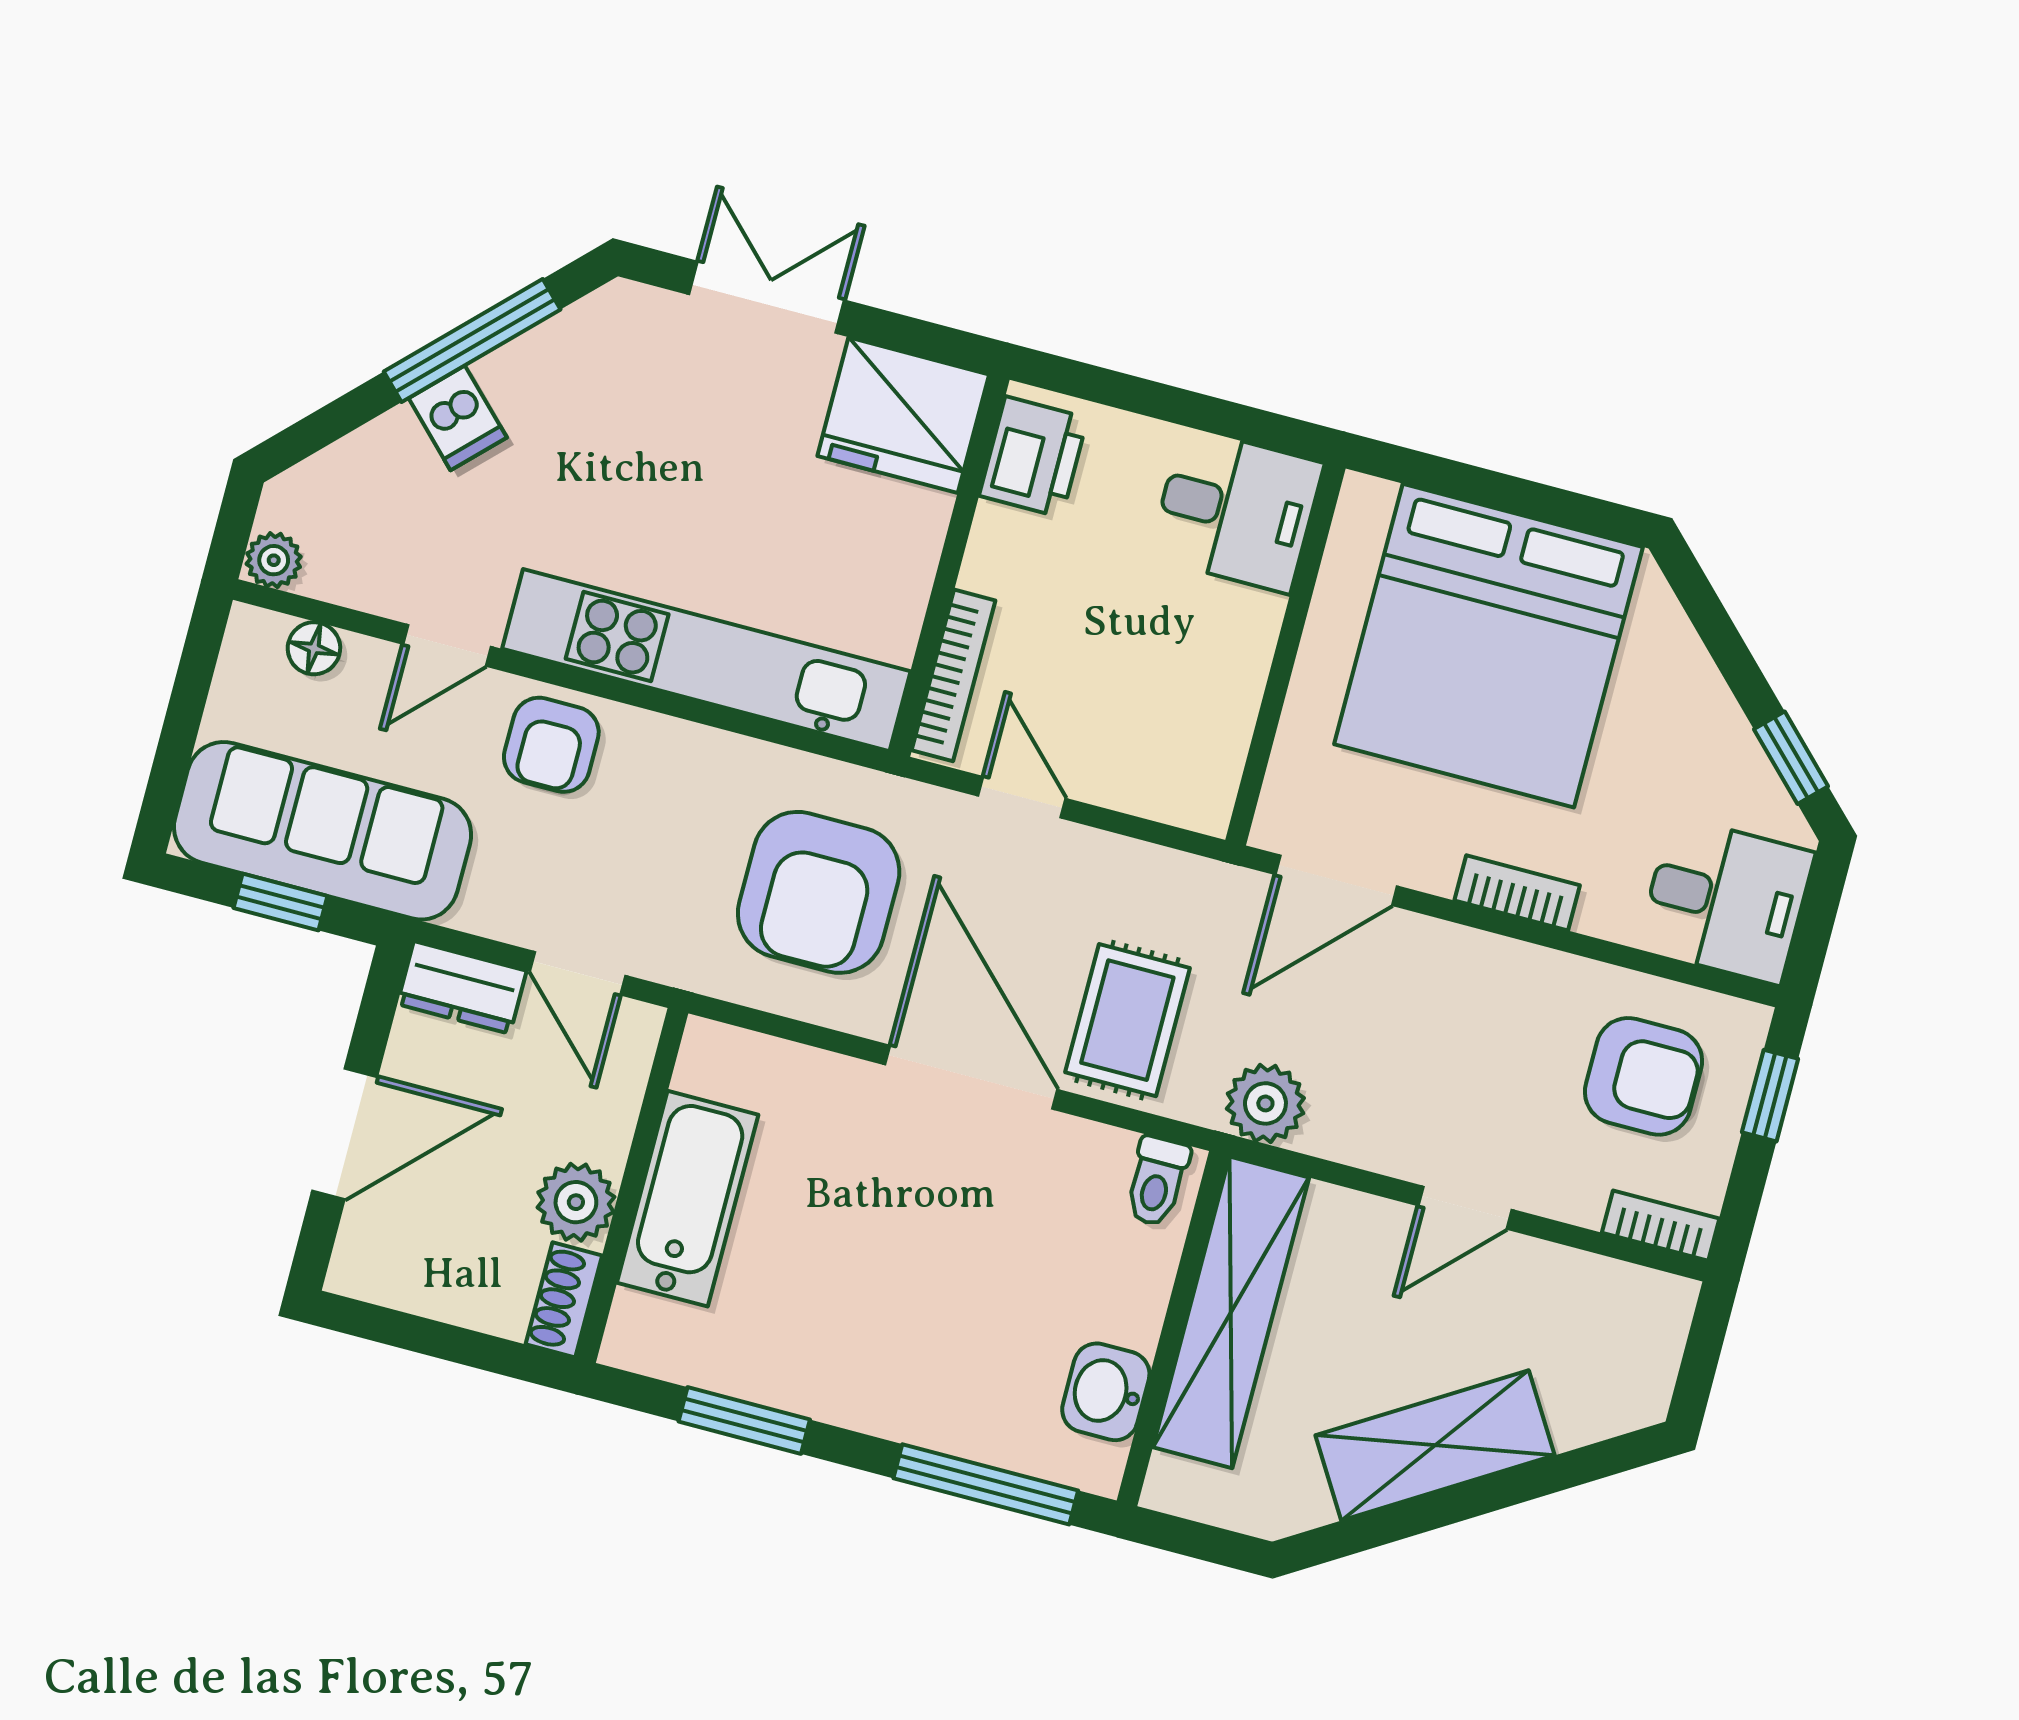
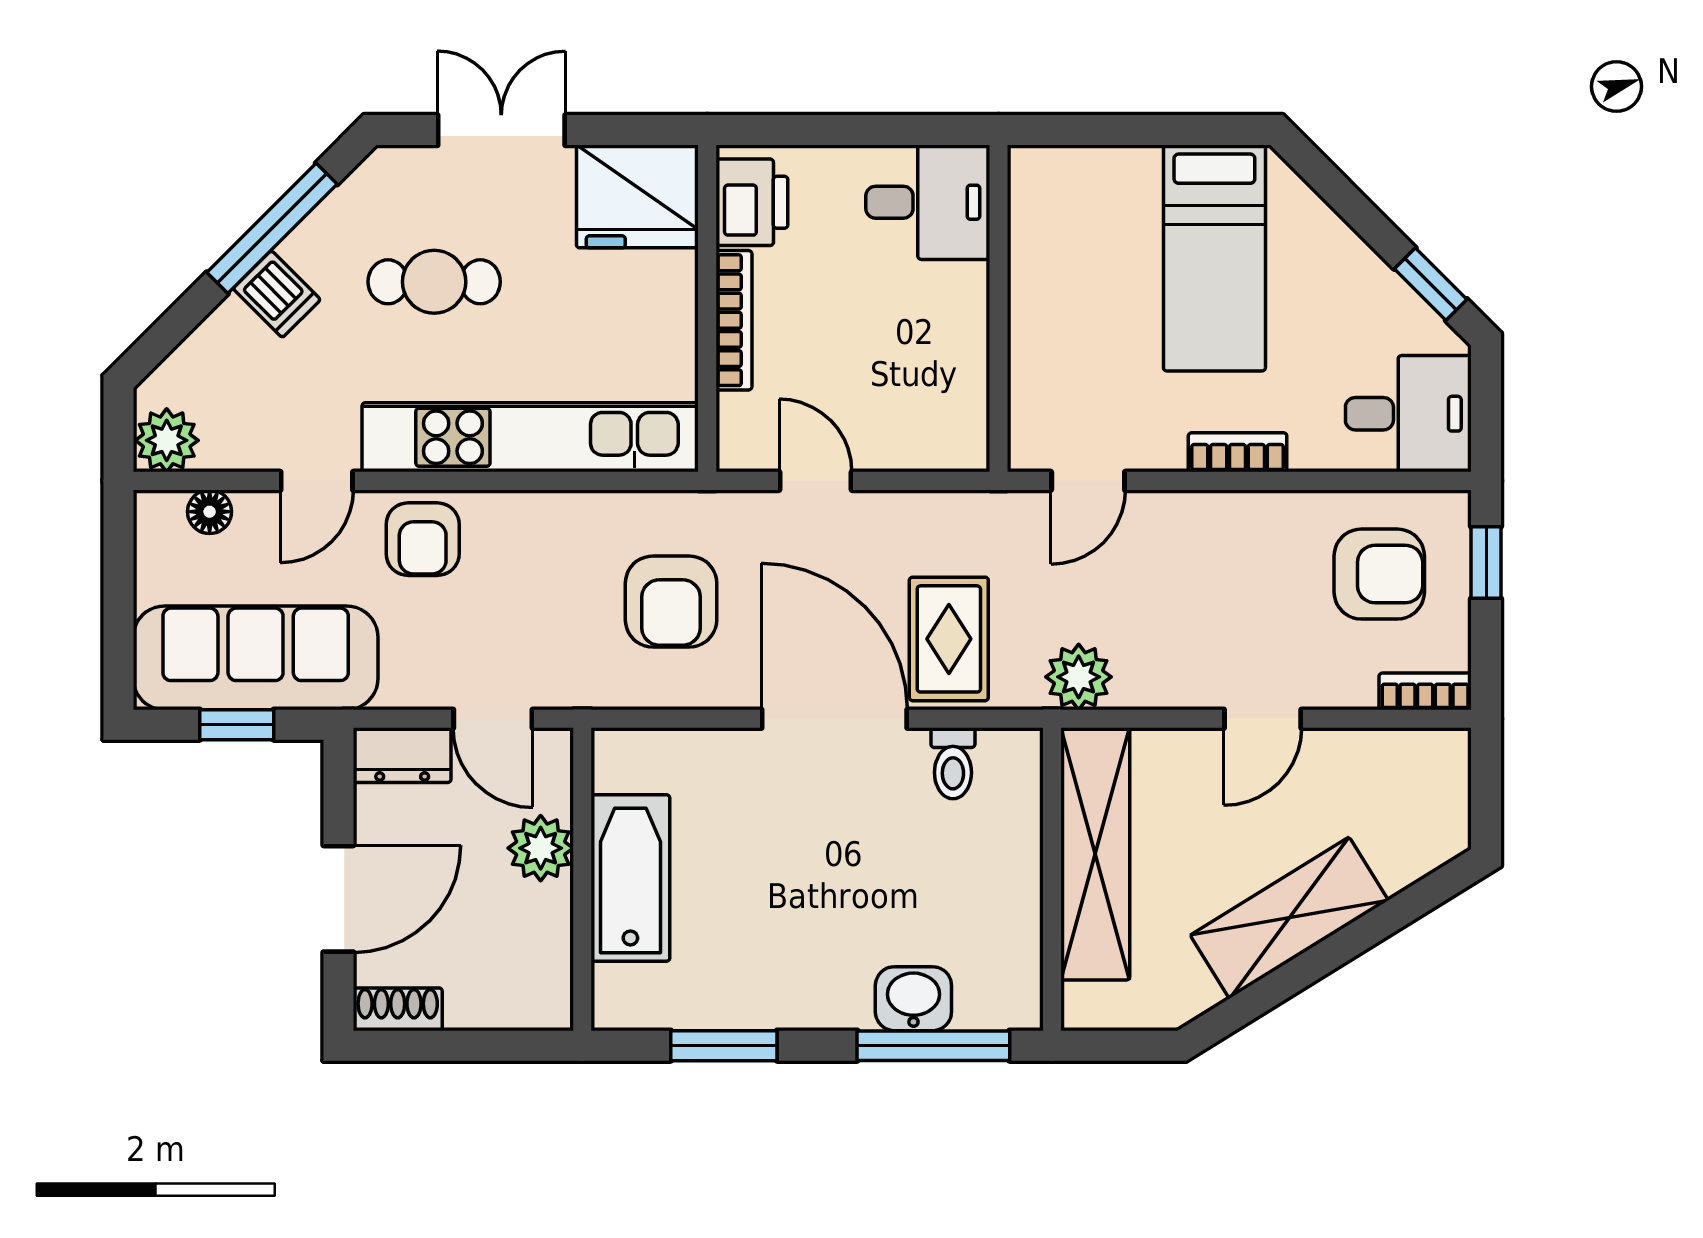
cafe table: (643, 452) -> (434, 282), added
plant: (274, 560) -> (167, 440), width x1.38, depth x1.38
bed: (1488, 646) -> (1214, 258), width x0.49
bookcase: (954, 675) -> (734, 320), moved
door: (1336, 880) -> (1088, 481), width x0.73
armchair: (819, 892) -> (671, 602), width x0.73, depth x0.73
toilet: (1157, 1181) -> (953, 763), moved
plant: (576, 1202) -> (541, 848), moved
shoe rack: (564, 1300) -> (398, 1009), moved, turned 90
washbasin: (1106, 1392) -> (913, 999), moved, turned 90

